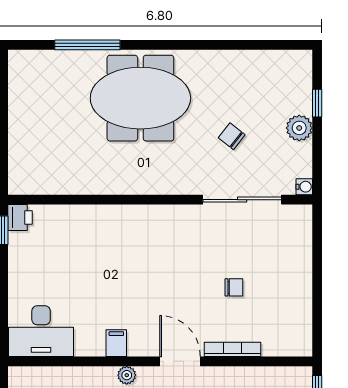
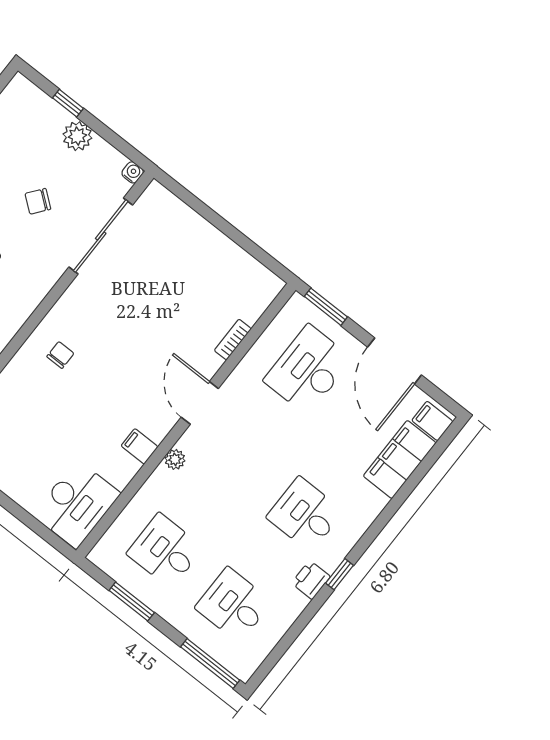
chair: (234, 287) -> (60, 355), moved
bookcase: (233, 349) -> (233, 340), width x0.64
door: (180, 361) -> (200, 403), hinge flipped

